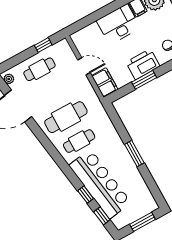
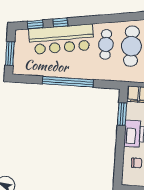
window: (144, 80) -> (122, 114), moved
window: (134, 154) -> (68, 82), width x2.11

